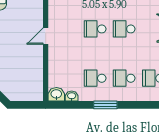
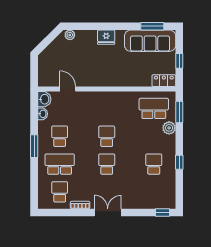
door: (46, 36) -> (68, 89), moved
school desk: (124, 78) -> (60, 164), width x1.85

